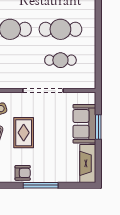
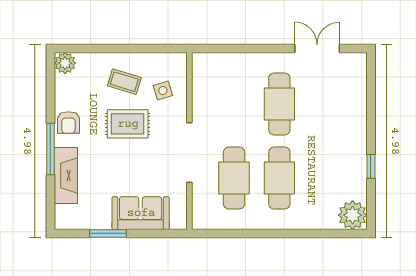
cafe table: (60, 60) -> (234, 178), width x1.37, depth x1.35
window: (98, 127) -> (108, 233), moved
fireplace: (88, 163) -> (66, 175), moved, turned 90

